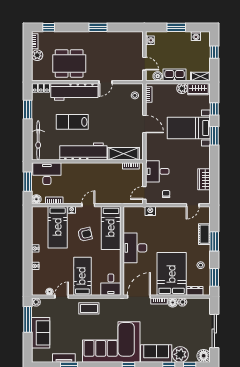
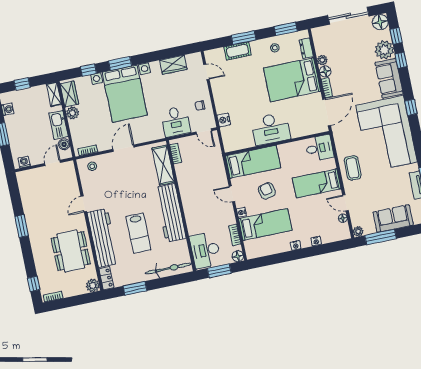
plant: (37, 55) -> (93, 285), moved
door: (106, 82) -> (84, 204), swing flipped
bed with nightstands: (189, 128) -> (125, 94), width x1.36
door: (139, 297) -> (327, 112), swing flipped

